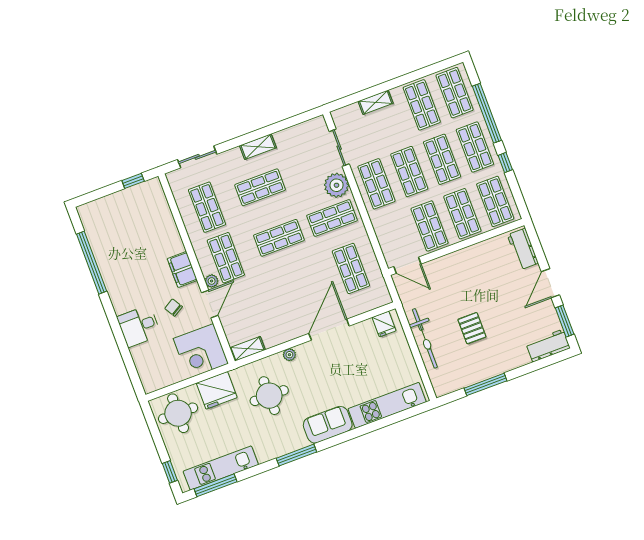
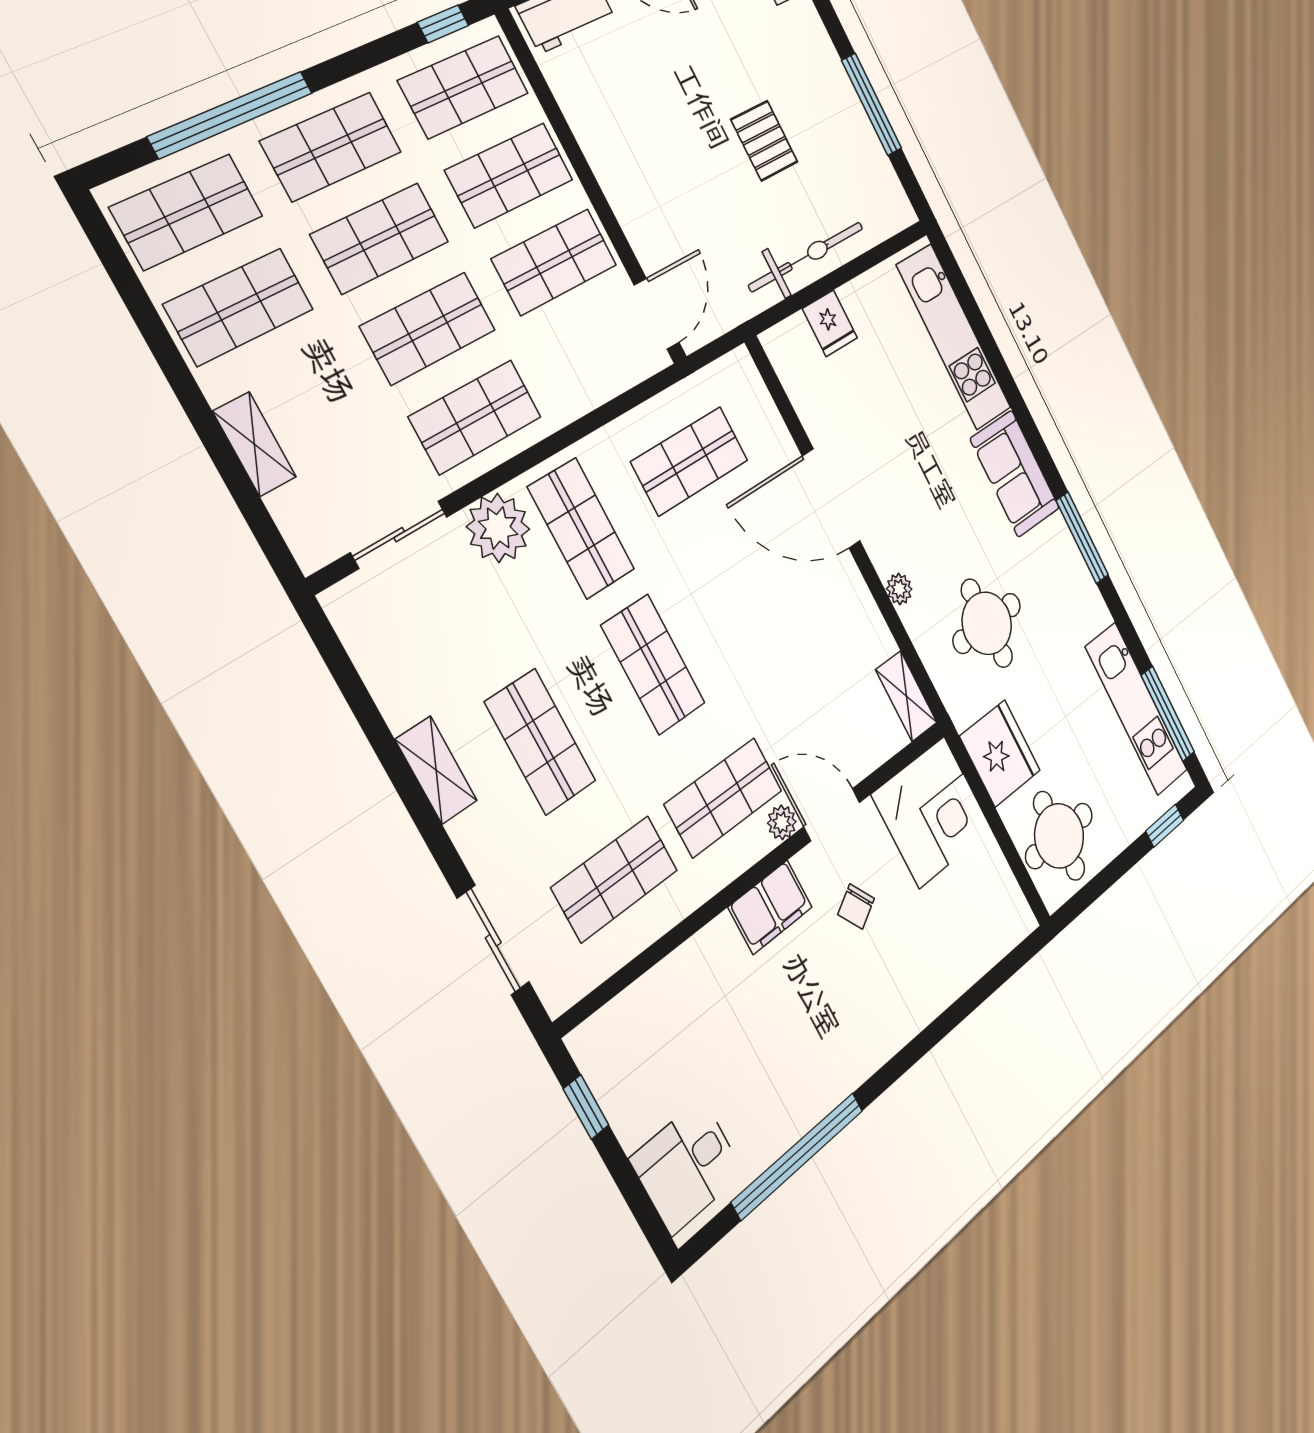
window: (505, 163) -> (443, 24), moved
fridge: (384, 324) -> (830, 323), moved, turned 90
desk: (139, 326) -> (687, 1166), moved, turned 90
pallet: (472, 328) -> (764, 141), turned 90

